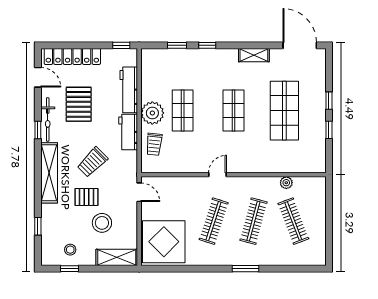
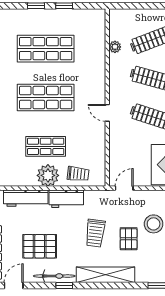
shop shelf: (234, 111) -> (46, 98), width x1.43, depth x1.36
trolley: (92, 162) -> (95, 233), turned 52

